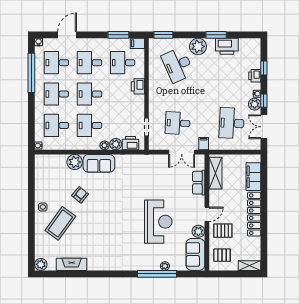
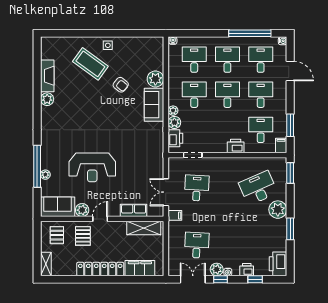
printer: (227, 46) -> (278, 264), moved
desk: (232, 123) -> (197, 245), width x0.73
door: (207, 214) -> (100, 219), swing flipped
plant: (41, 264) -> (47, 99), moved

